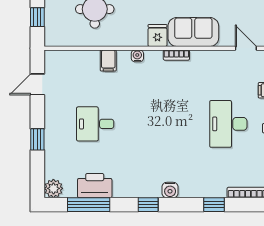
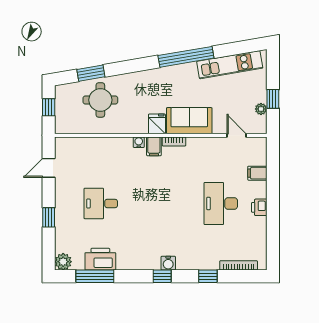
filing cabinet: (108, 61) -> (154, 146), moved
window: (148, 205) -> (162, 276), moved

